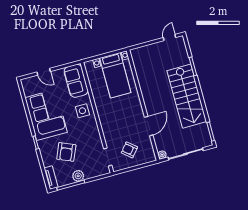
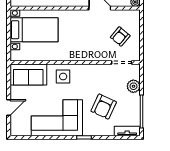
armchair: (66, 152) -> (104, 107), turned 92
plant: (78, 176) -> (133, 86), moved

